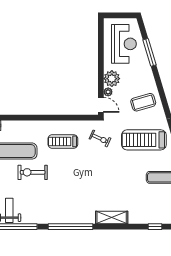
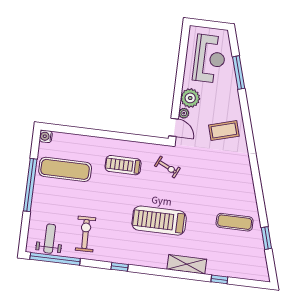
treadmill: (144, 140) -> (159, 221), moved
exercise bike: (33, 172) -> (85, 234), moved, turned 88
shelving: (112, 217) -> (187, 264), moved
window: (70, 227) -> (120, 267), width x0.32

